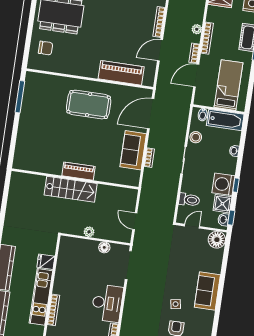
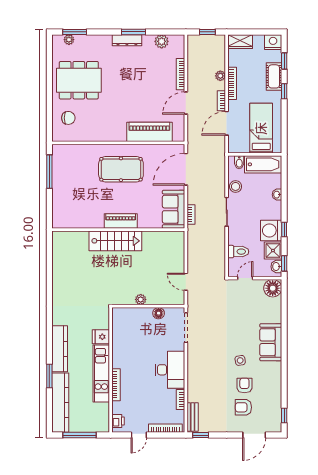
piano: (78, 171) -> (121, 221), moved
wall: (75, 179) -> (118, 230), moved
stairs: (71, 189) -> (115, 241), moved

